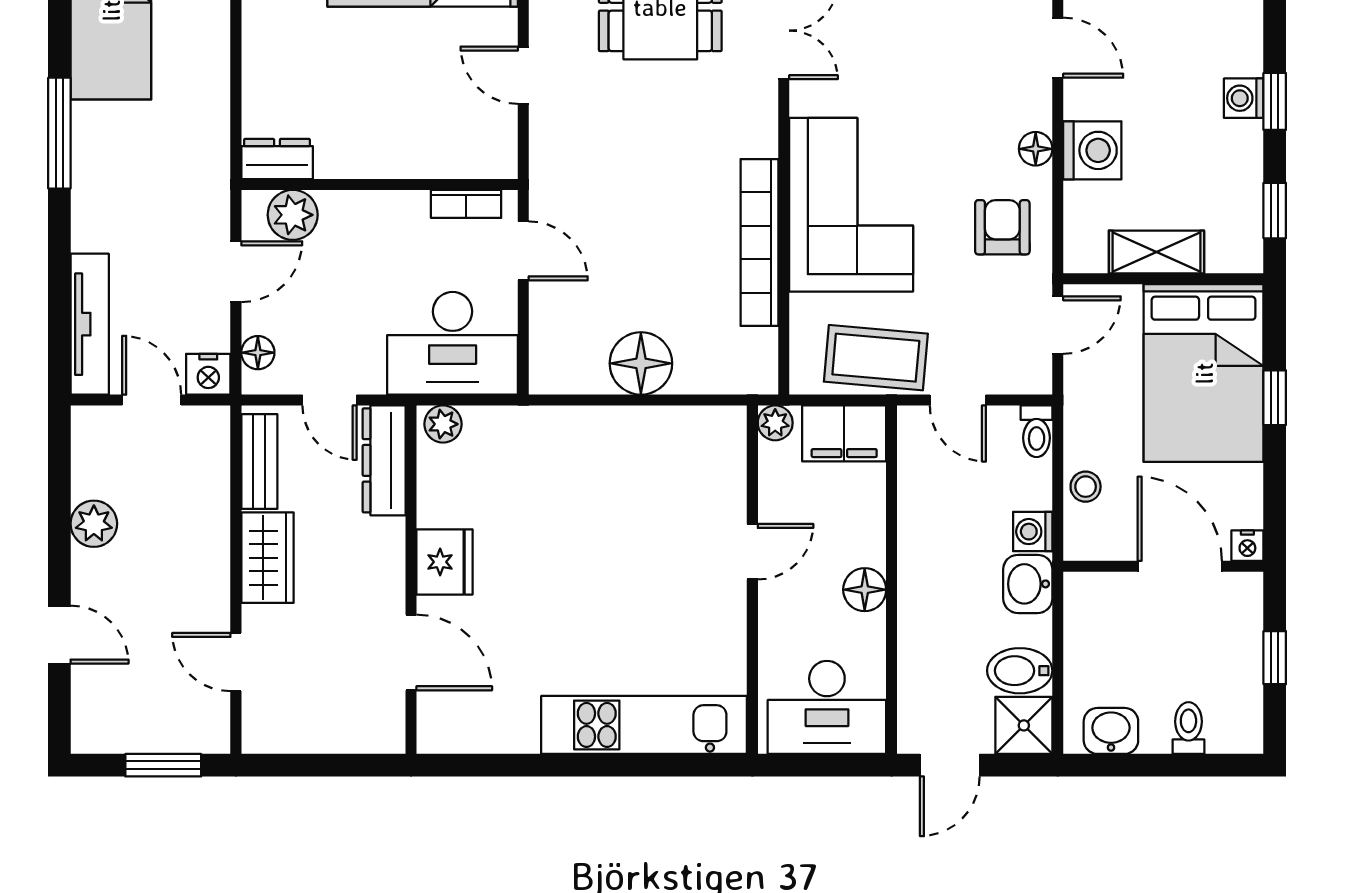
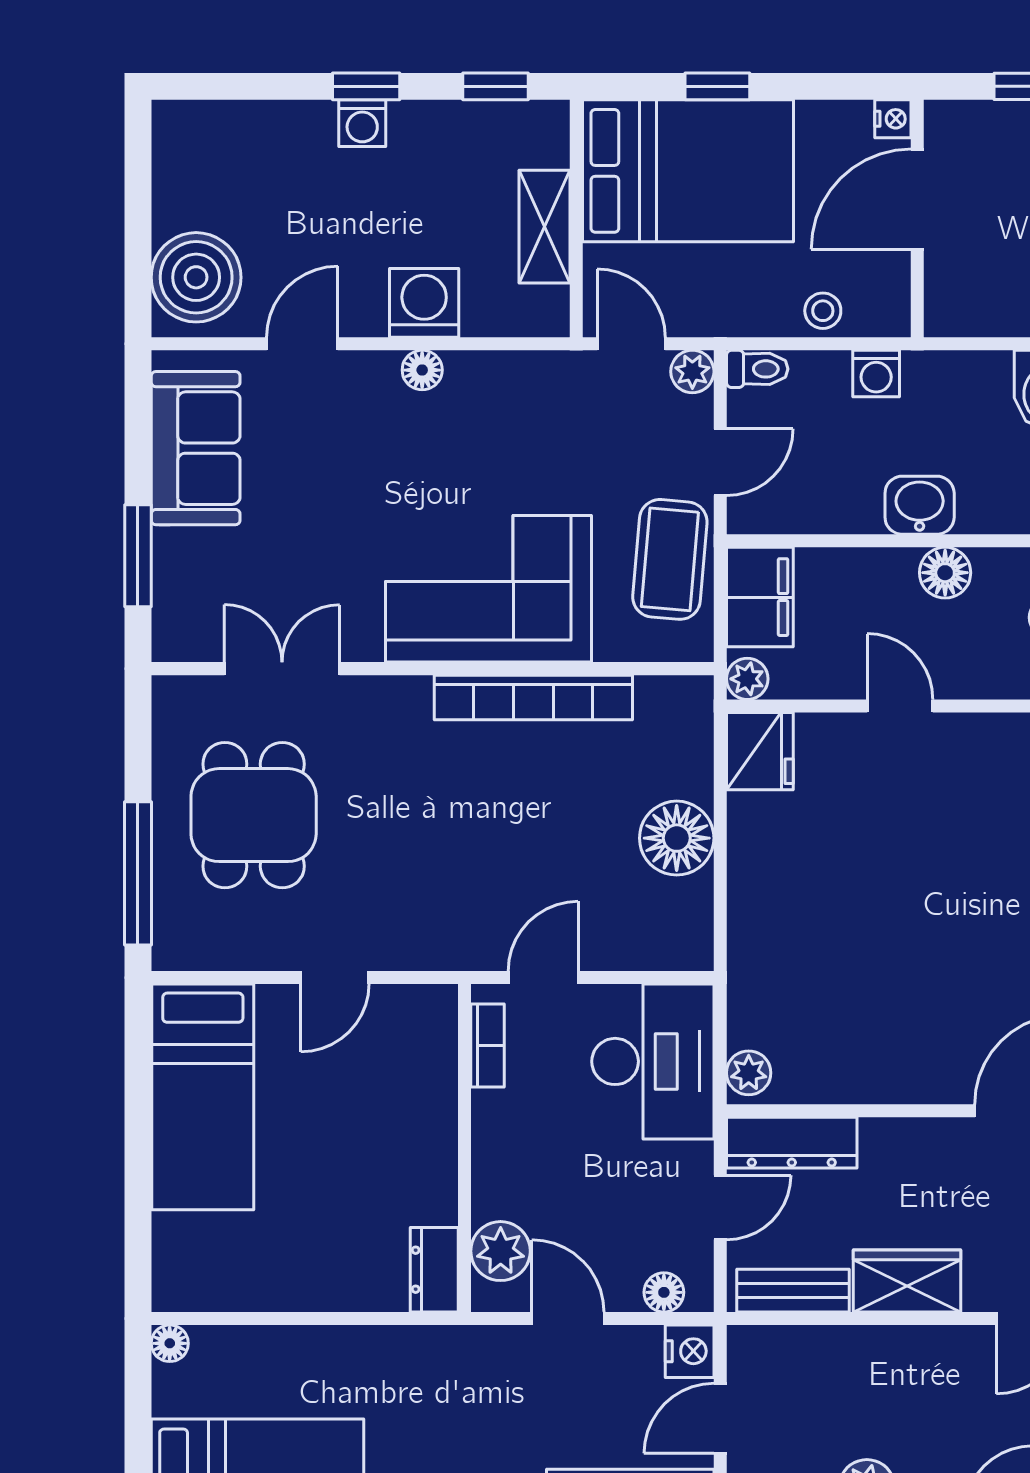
armchair: (1002, 227) -> (515, 409), removed
plant: (1034, 377) -> (692, 372), added
fridge: (445, 562) -> (760, 751), moved, turned 90
washbasin: (1028, 584) -> (920, 505), moved, turned 180

